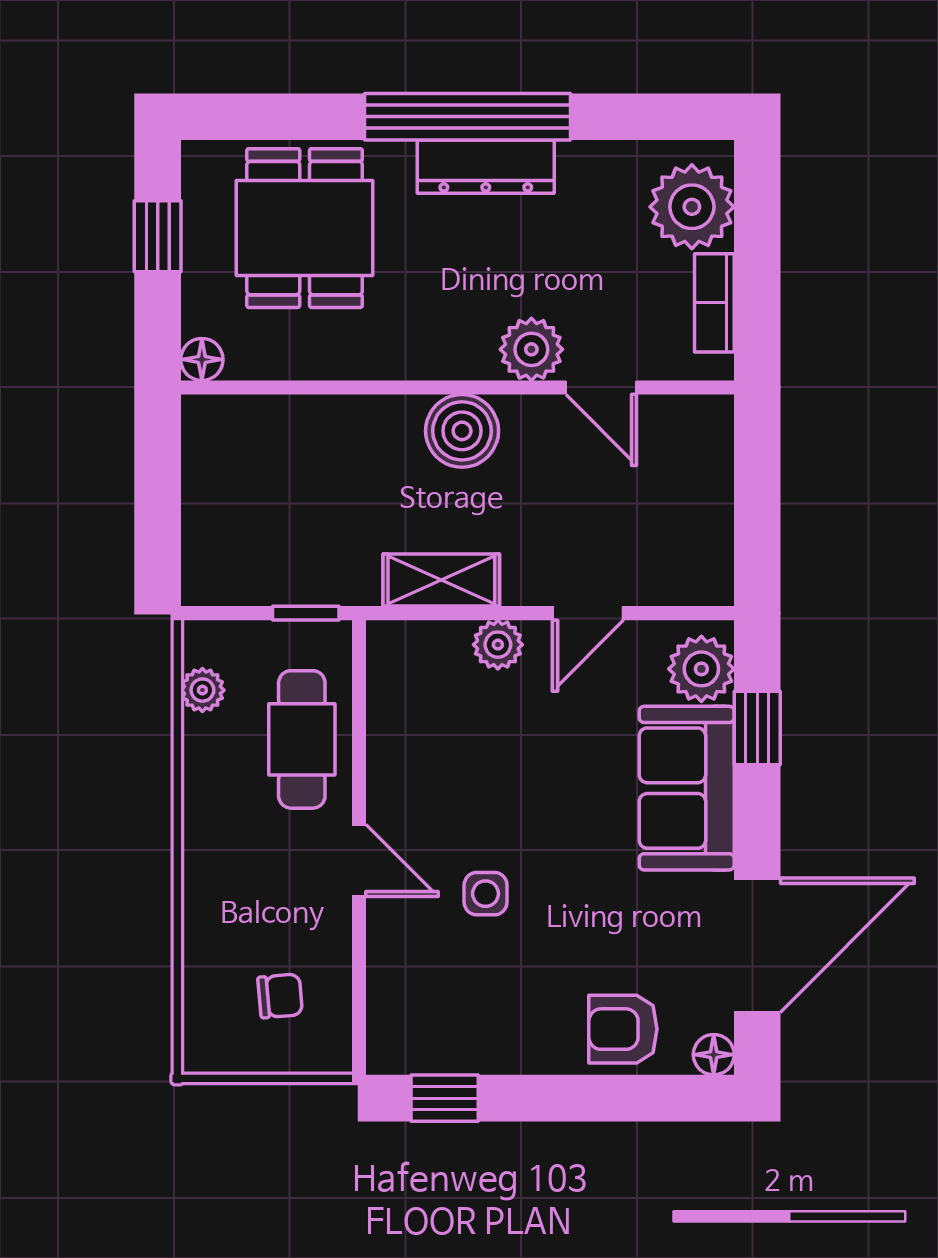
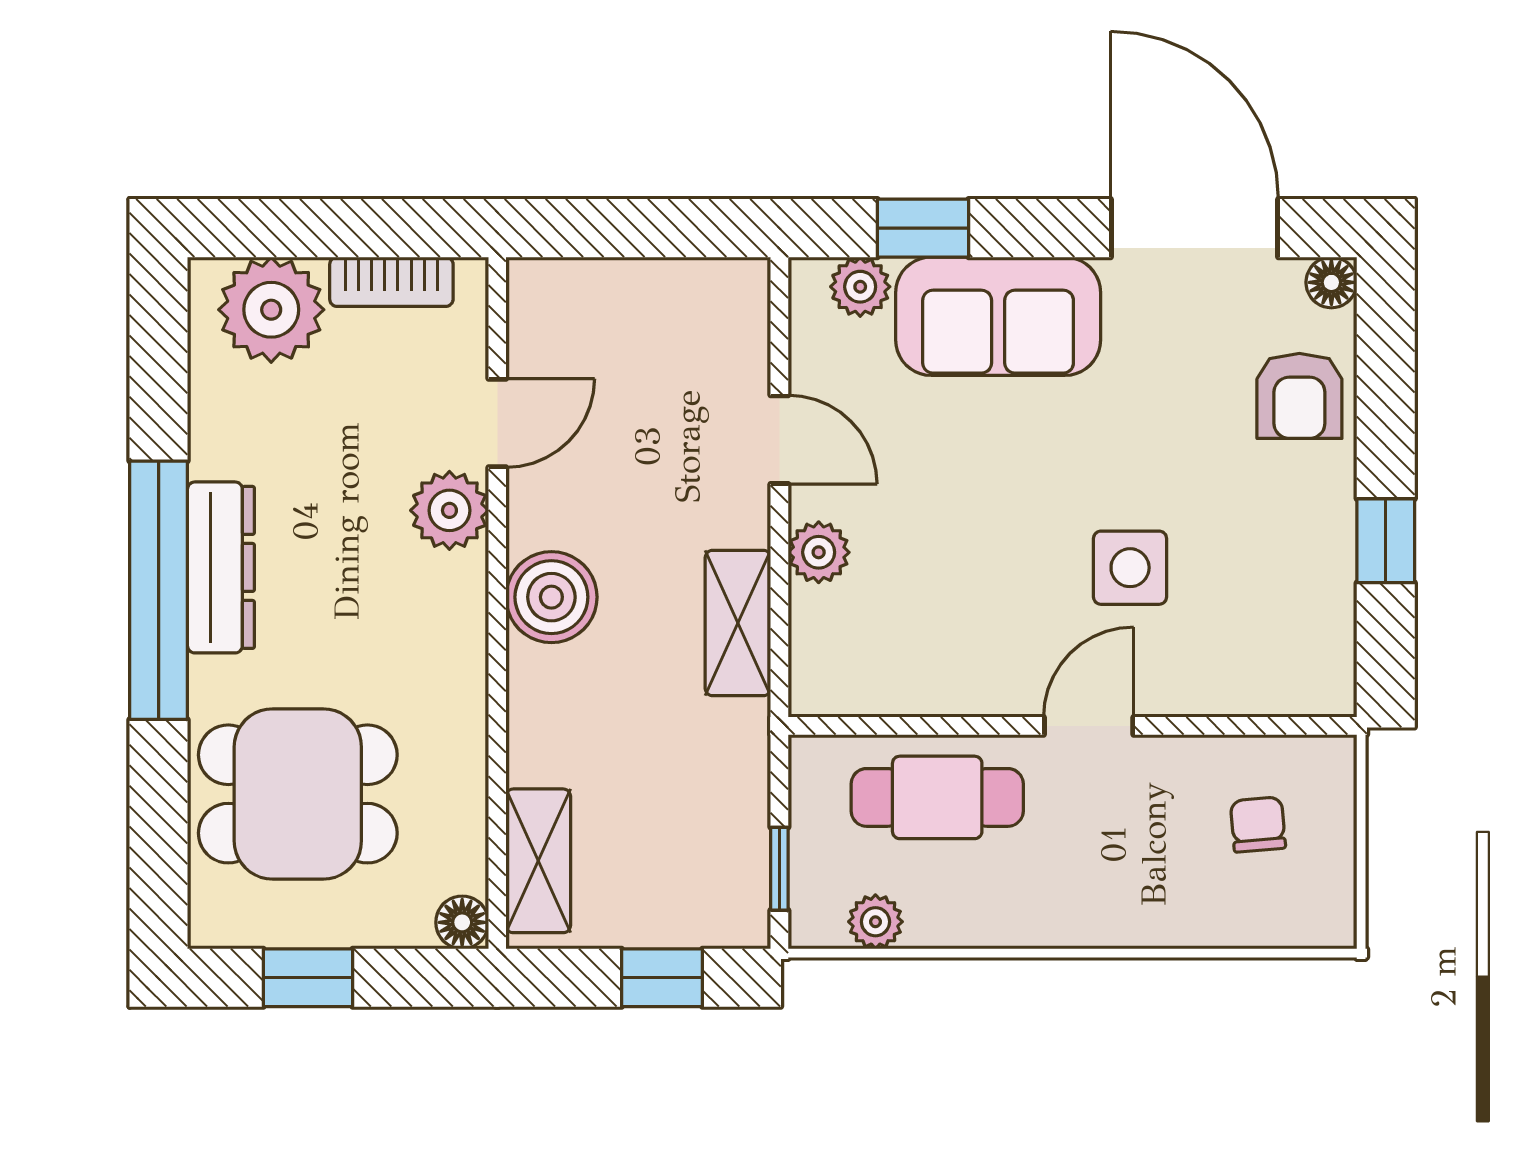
shelving: (251, 420) -> (538, 861), added
window: (158, 519) -> (662, 978), added
window: (306, 613) -> (779, 869), moved
plant: (701, 669) -> (860, 287), width x0.73, depth x0.73
side table: (486, 894) -> (1130, 568), width x1.37, depth x1.37
window: (445, 1098) -> (1386, 541), moved

